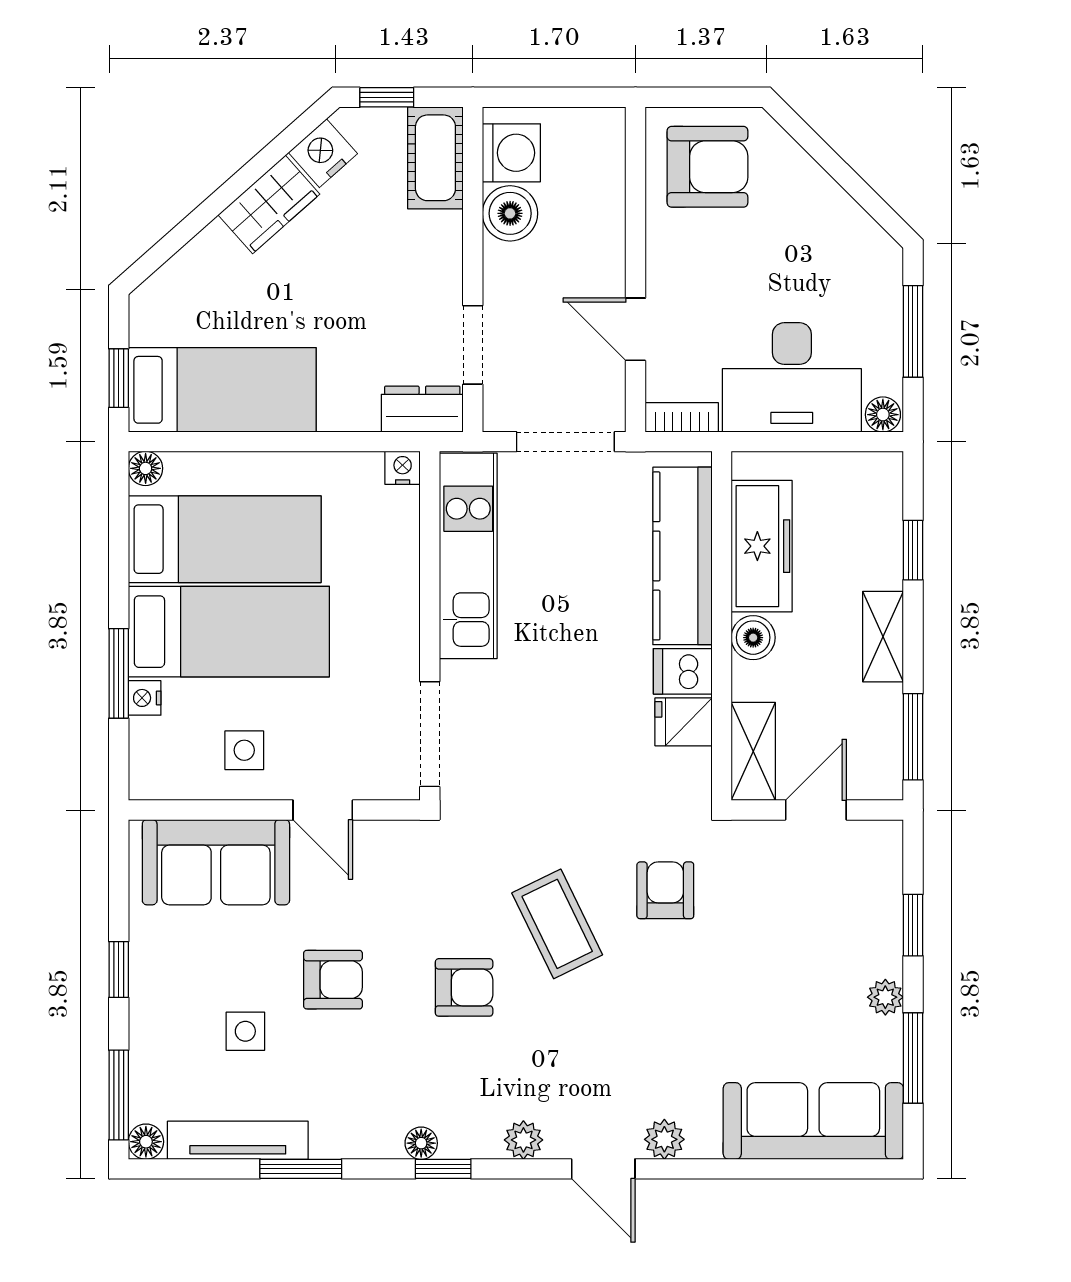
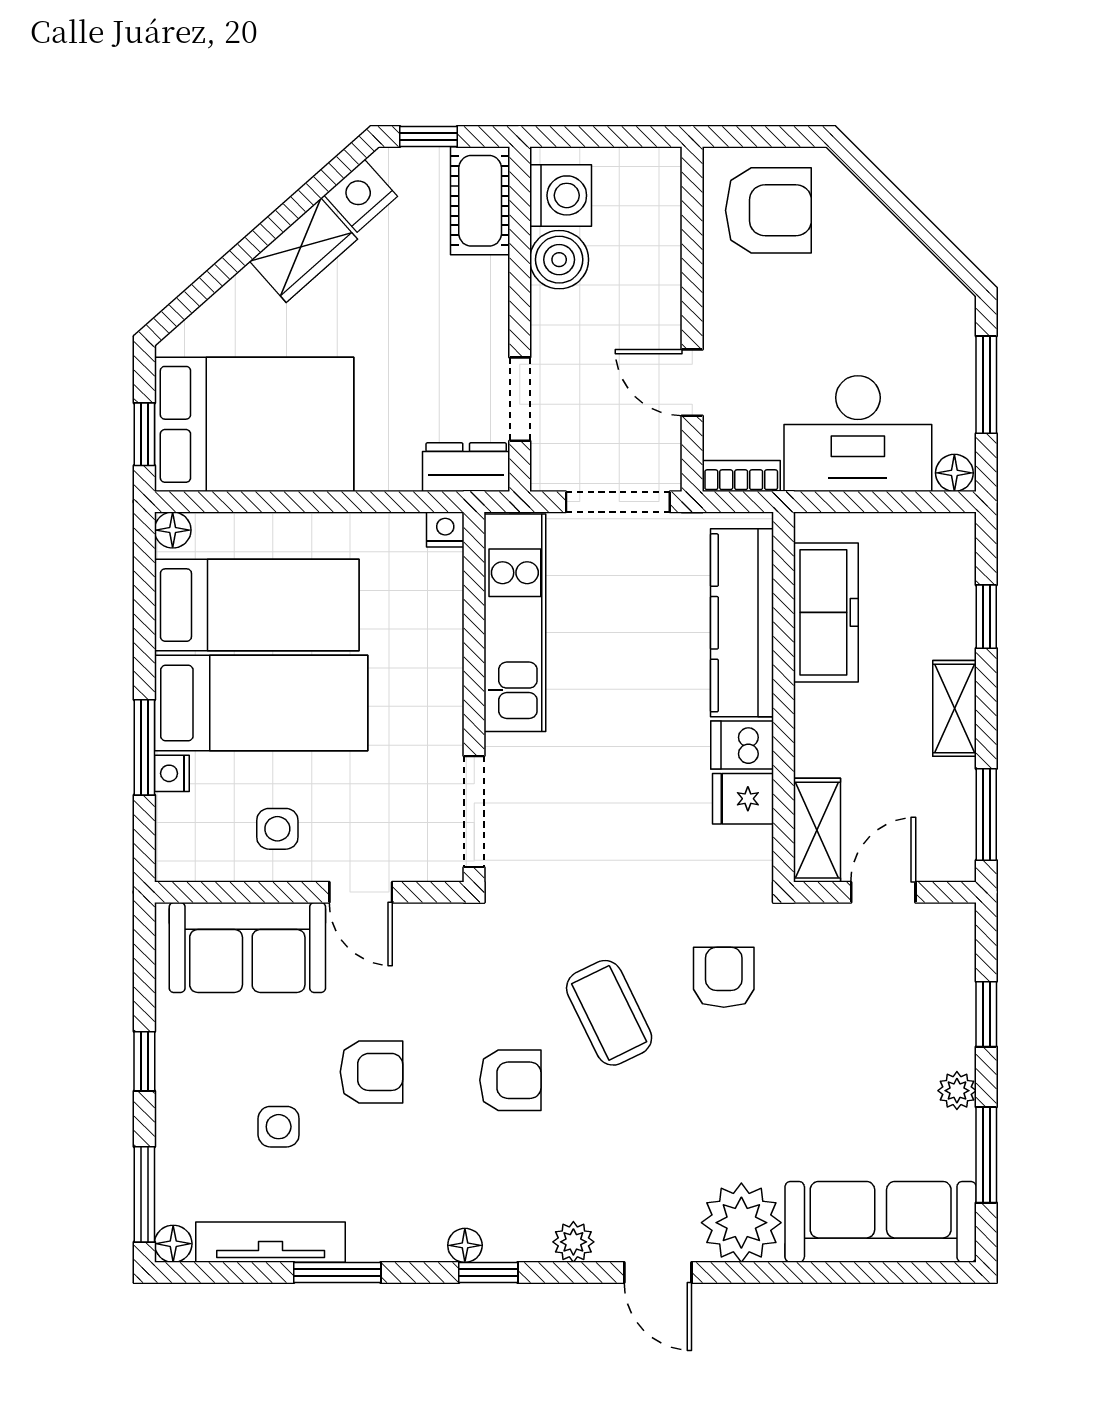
bed: (222, 390) -> (254, 424), width x1.50
boiler: (753, 638) -> (817, 709), removed
plant: (664, 1139) -> (741, 1223), width x1.88, depth x1.88

